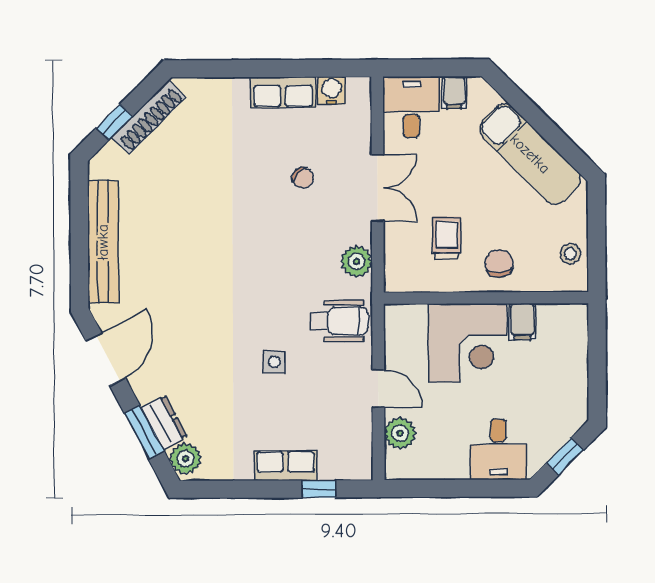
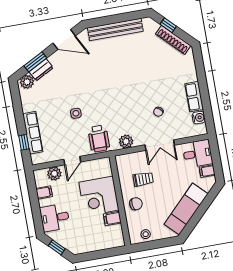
filing cabinet: (438, 463) -> (44, 192), added
row of seats: (286, 465) -> (33, 133), width x1.48

